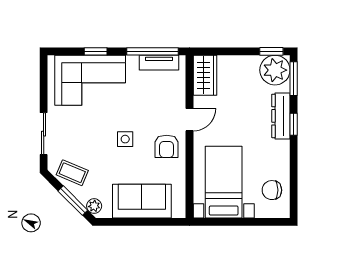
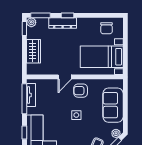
plant: (275, 70) -> (31, 22), width x0.53, depth x0.53
wardrobe: (205, 75) -> (34, 51), moved, turned 90
door: (189, 120) -> (65, 77), swing flipped
armchair: (167, 146) -> (81, 91), turned 180

